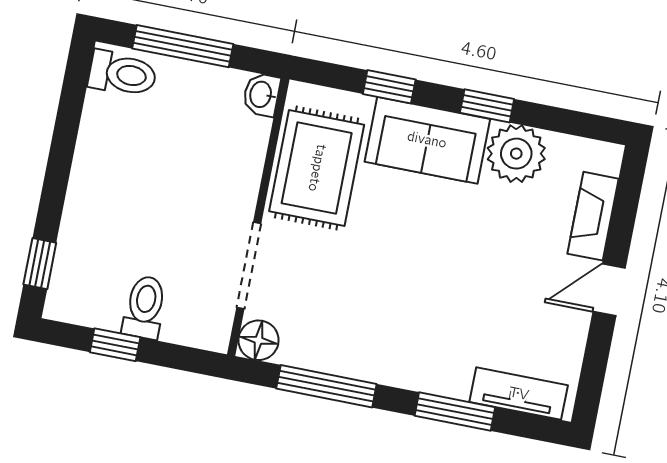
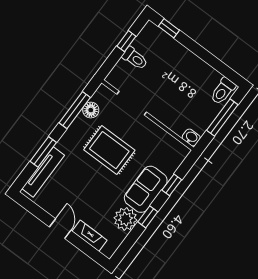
rug: (317, 168) -> (109, 150), moved
floor lamp: (259, 340) -> (91, 110), moved
tv unit: (519, 394) -> (43, 172), width x1.41

